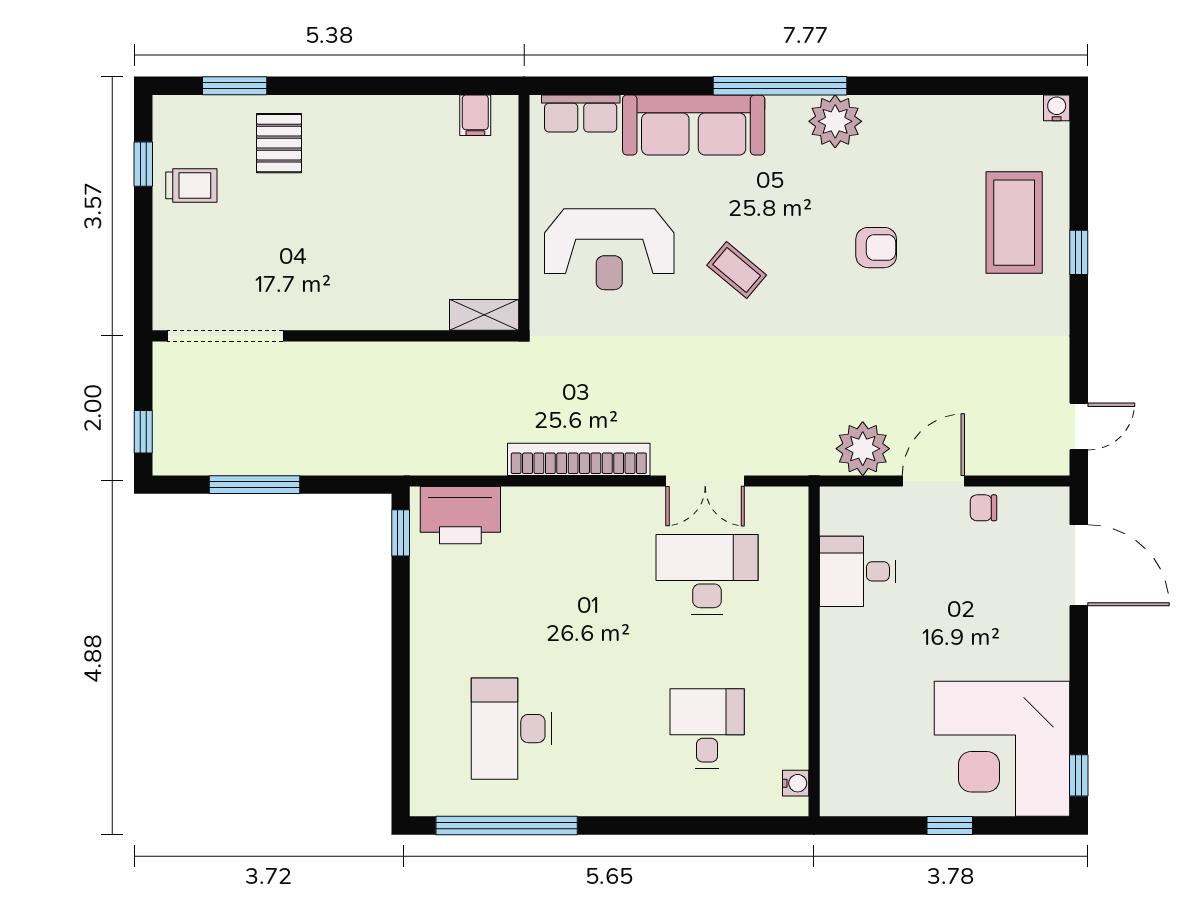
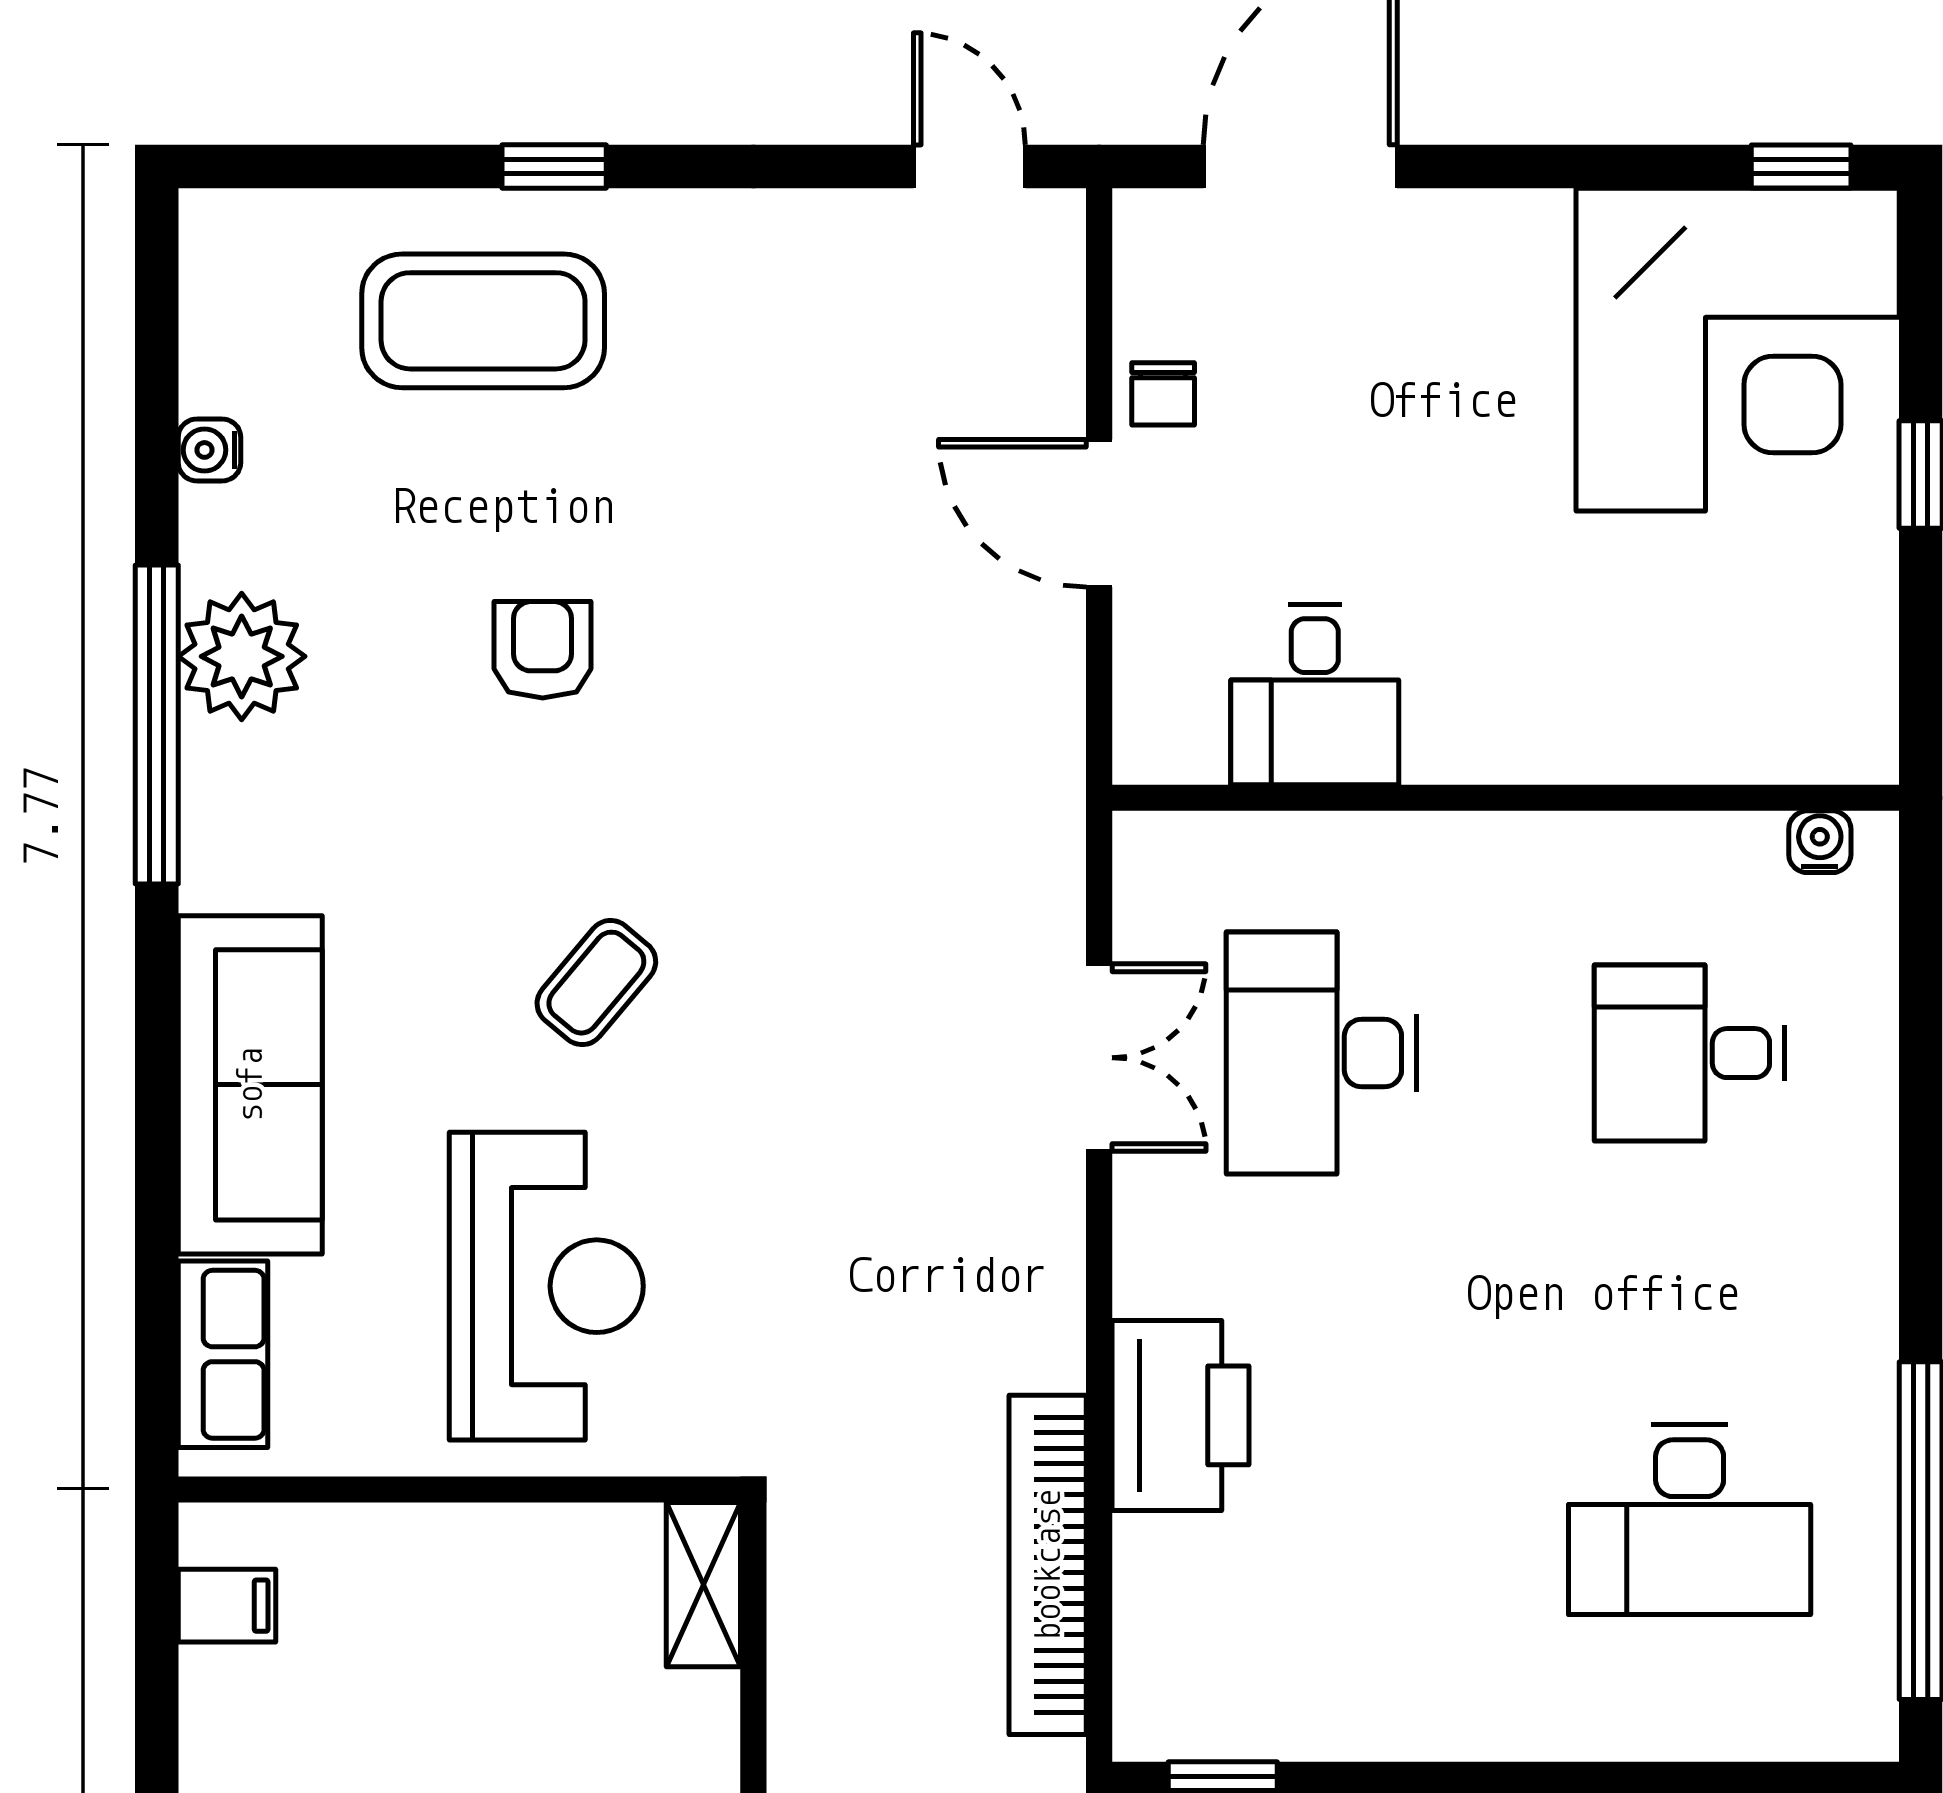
window: (780, 86) -> (157, 724), moved
water cooler: (1057, 108) -> (209, 450), moved
plant: (835, 121) -> (242, 656), moved
plant: (863, 449) -> (1022, 682), removed
bookcase: (579, 459) -> (1048, 1565), moved
printer: (460, 515) -> (1181, 1415), moved

